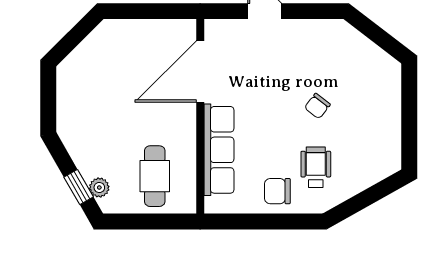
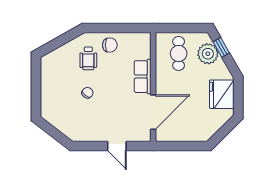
fridge: (78, 104) -> (222, 94), added
row of seats: (219, 150) -> (143, 77), width x0.68
plant: (99, 188) -> (208, 54), width x1.87, depth x1.87

